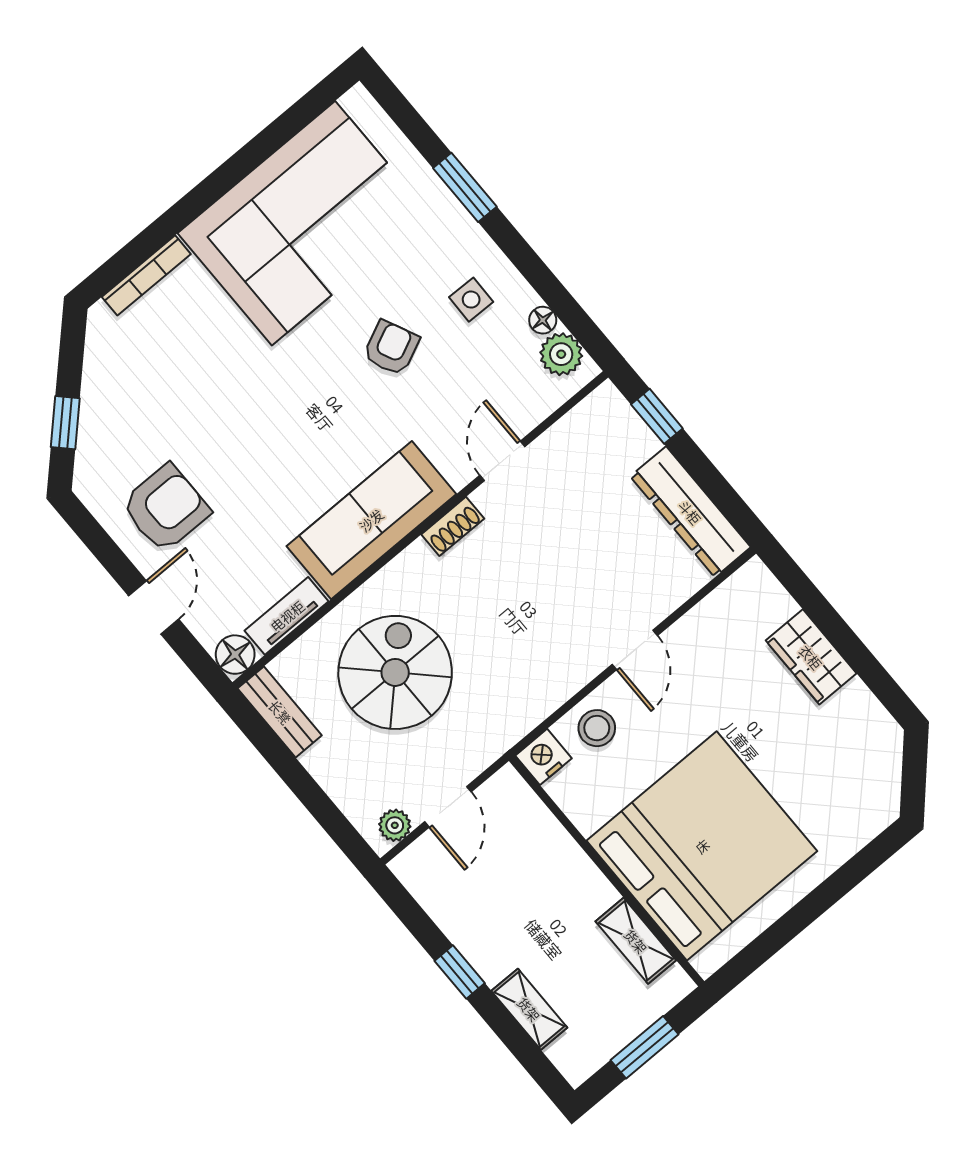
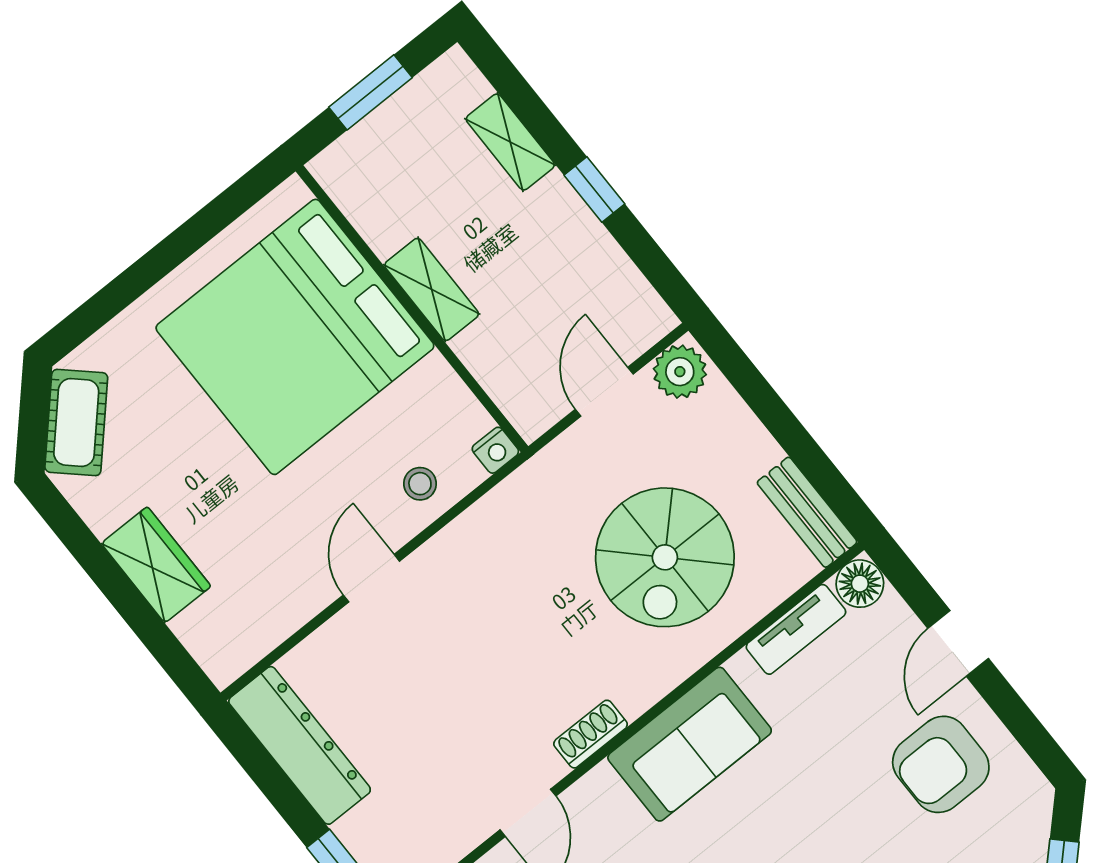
sofa: (371, 520) -> (690, 744), width x0.73
stool: (597, 728) -> (420, 484), width x0.73, depth x0.73
nightstand: (543, 757) -> (495, 450), width x0.72, depth x0.74
cot: (879, 772) -> (76, 422), added
plant: (395, 825) -> (680, 372), width x1.38, depth x1.38
shelving: (636, 941) -> (432, 289), moved

